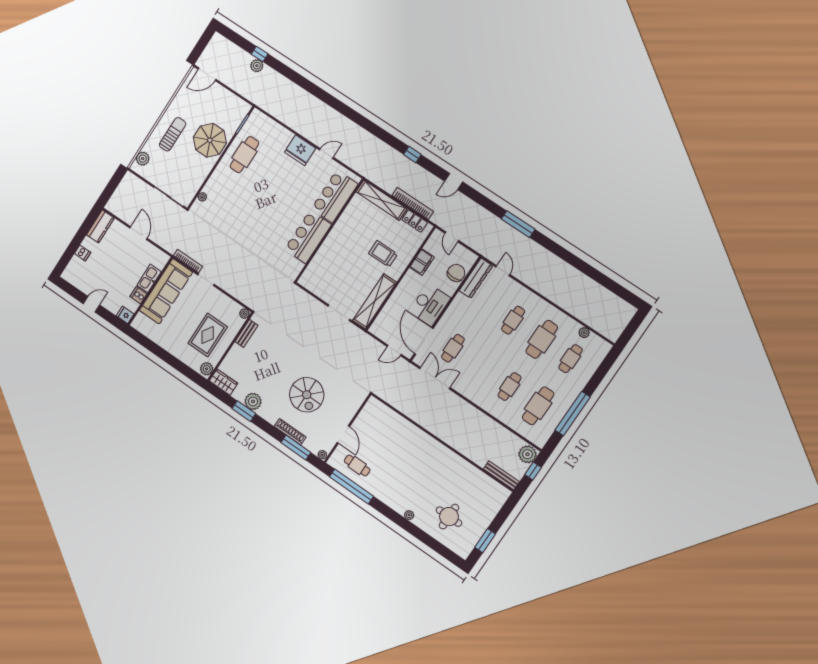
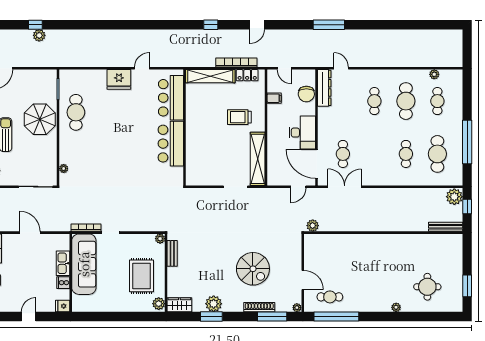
filing cabinet: (422, 262) -> (274, 98), width x0.50
chair: (456, 273) -> (306, 94), turned 180
plant: (384, 393) -> (313, 226), added

